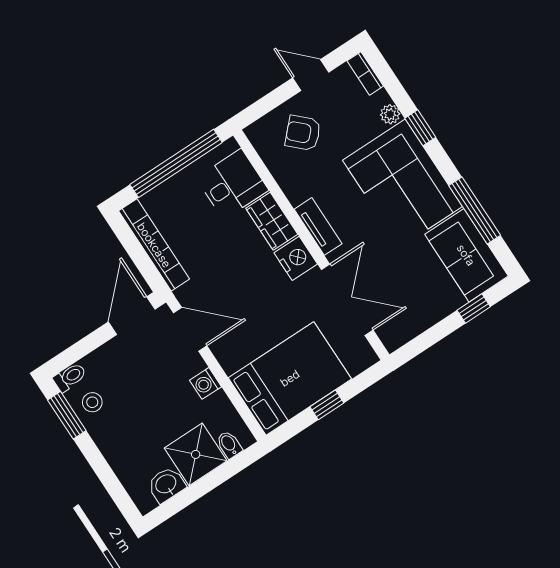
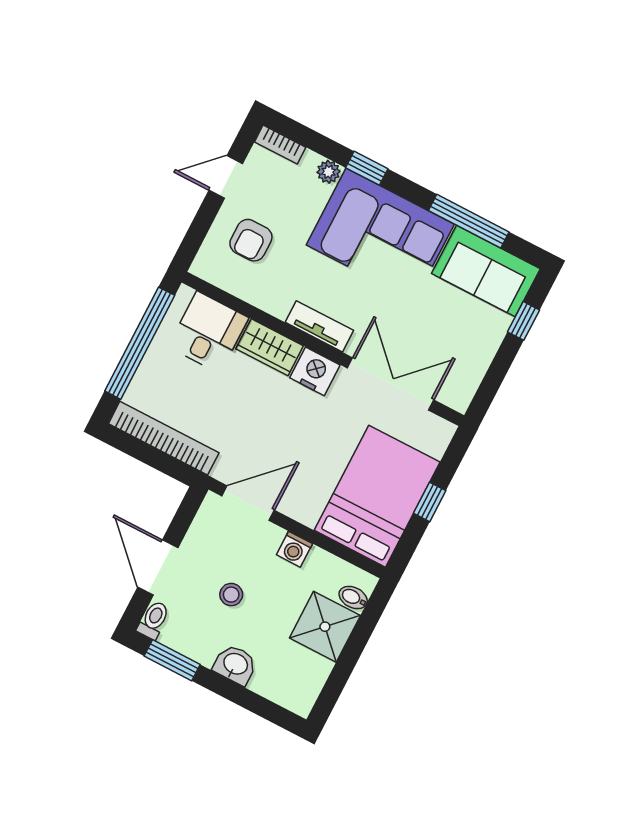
armchair: (303, 133) -> (251, 240), turned -44
door: (132, 316) -> (158, 568), moved
stool: (92, 402) -> (231, 595), moved
washbasin: (166, 485) -> (235, 665), moved, turned 90

